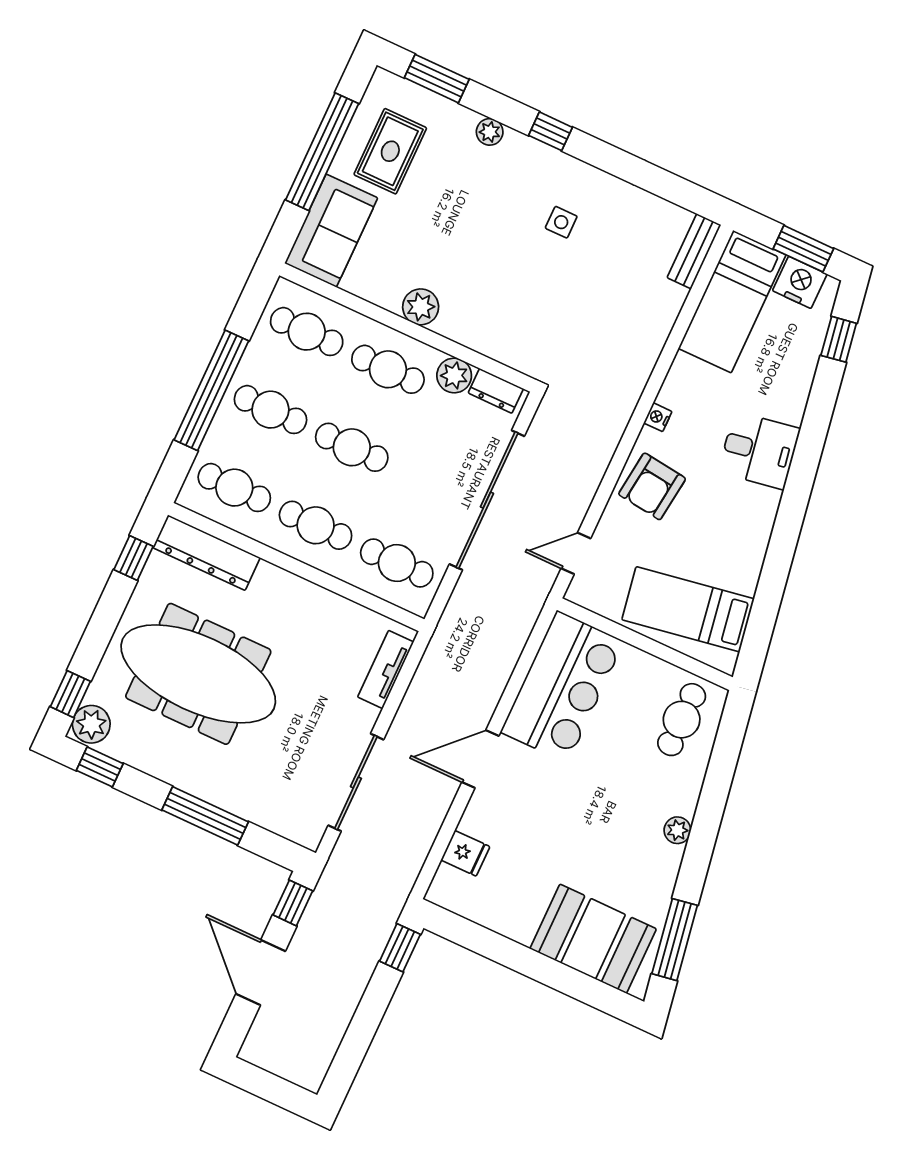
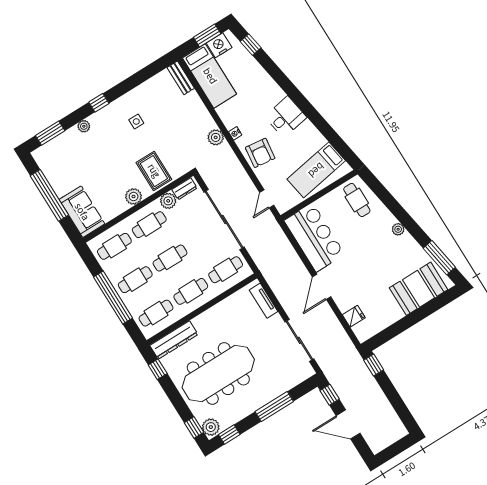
rug: (390, 151) -> (154, 171), moved
plant: (627, 386) -> (216, 137), added
desk: (759, 450) -> (286, 117), moved

